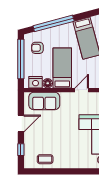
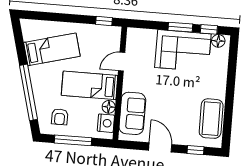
window: (21, 59) -> (73, 140), width x0.68
door: (82, 90) -> (122, 62), hinge flipped
coffee table: (45, 159) -> (211, 119), width x1.86, depth x1.72

